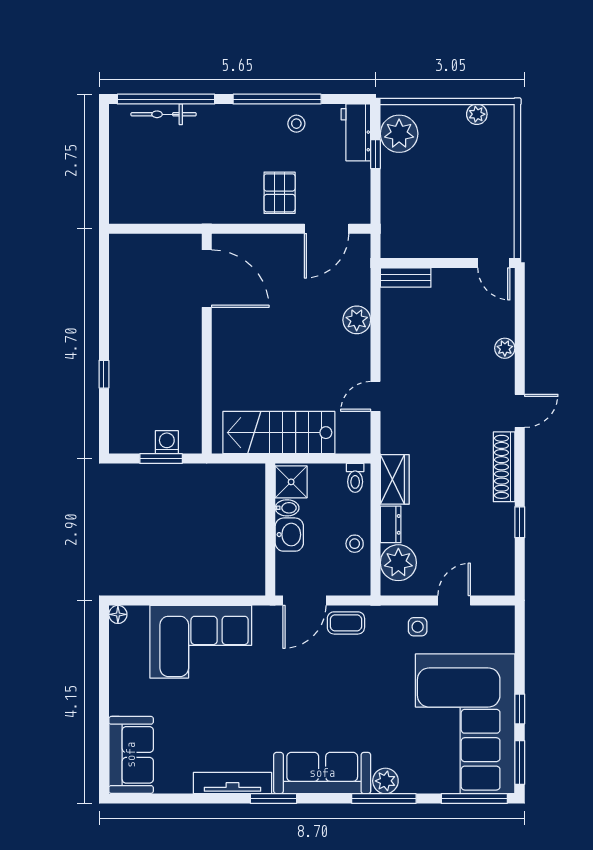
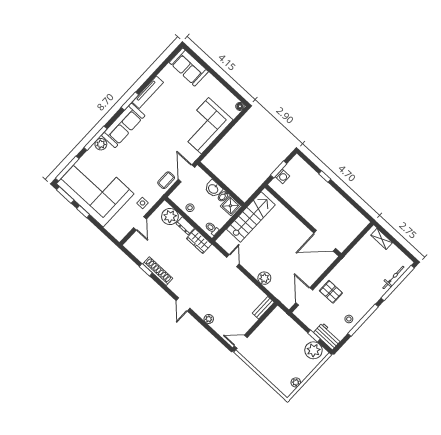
shelving: (119, 190) -> (382, 239), added
shoe rack: (504, 467) -> (158, 271), moved

